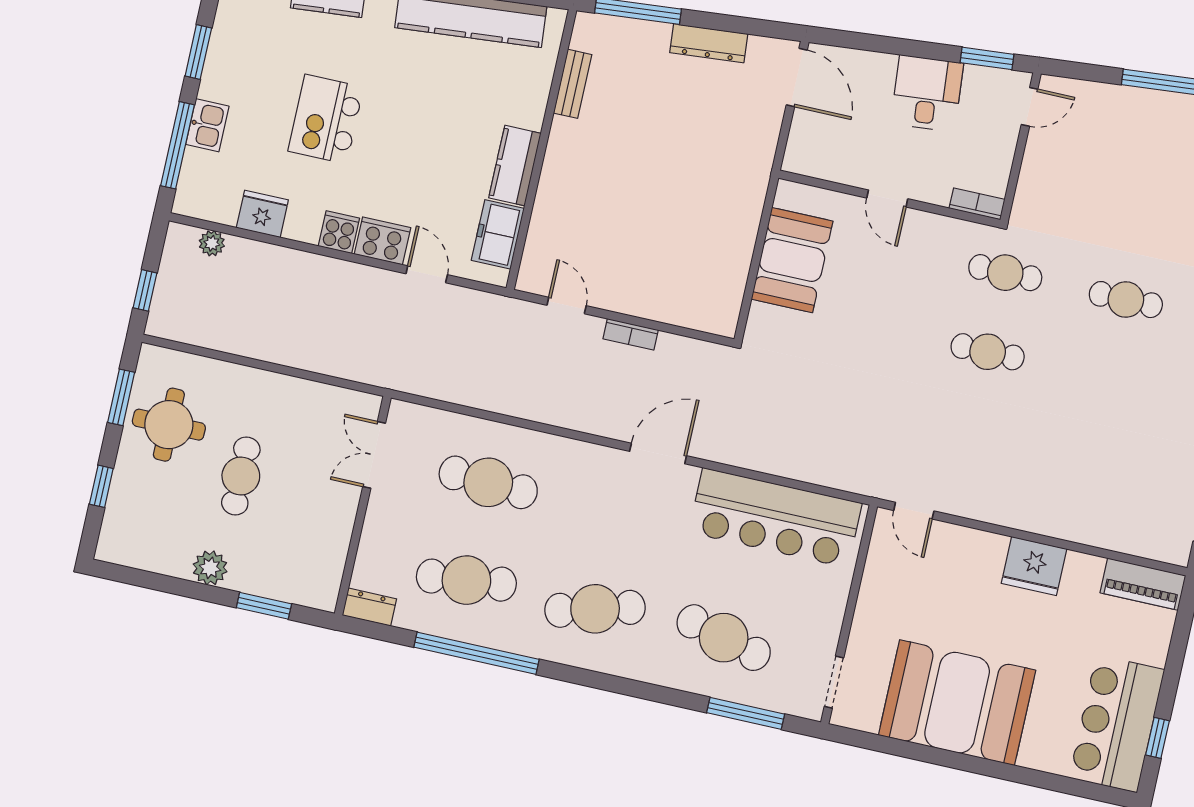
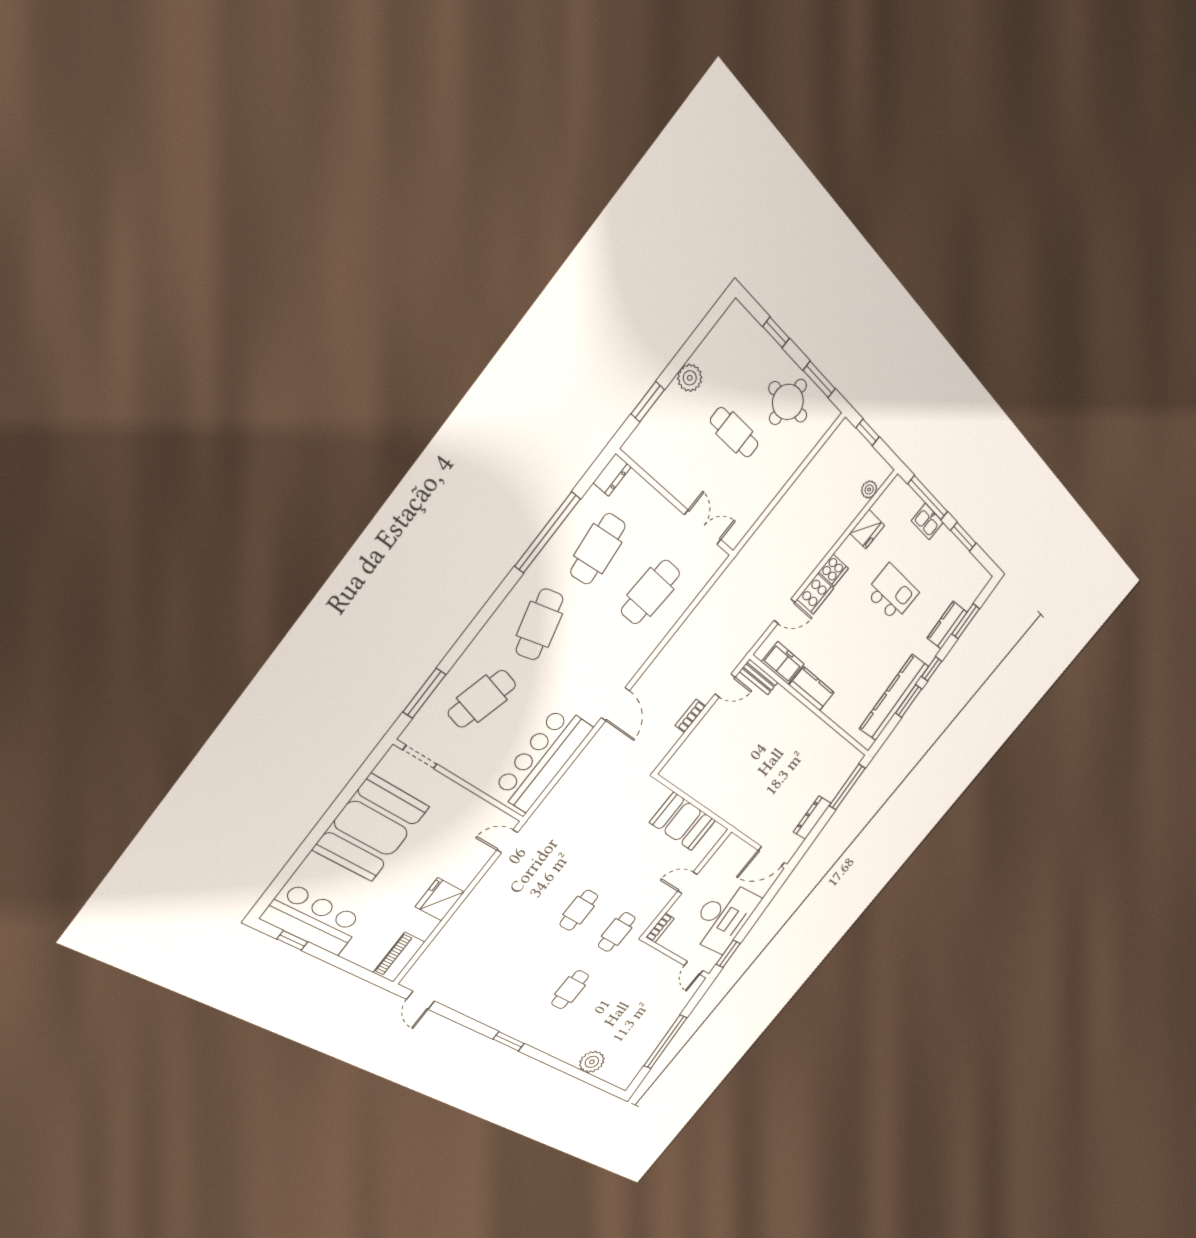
bench: (573, 84) -> (759, 677), moved
desk: (927, 93) -> (723, 917), width x1.87, depth x1.30

